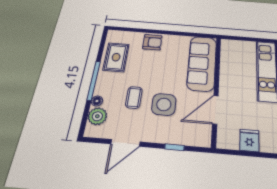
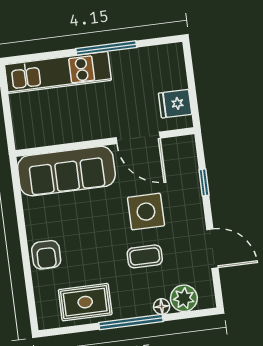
armchair: (152, 42) -> (46, 255), turned 180
fridge: (249, 140) -> (175, 104), moved

